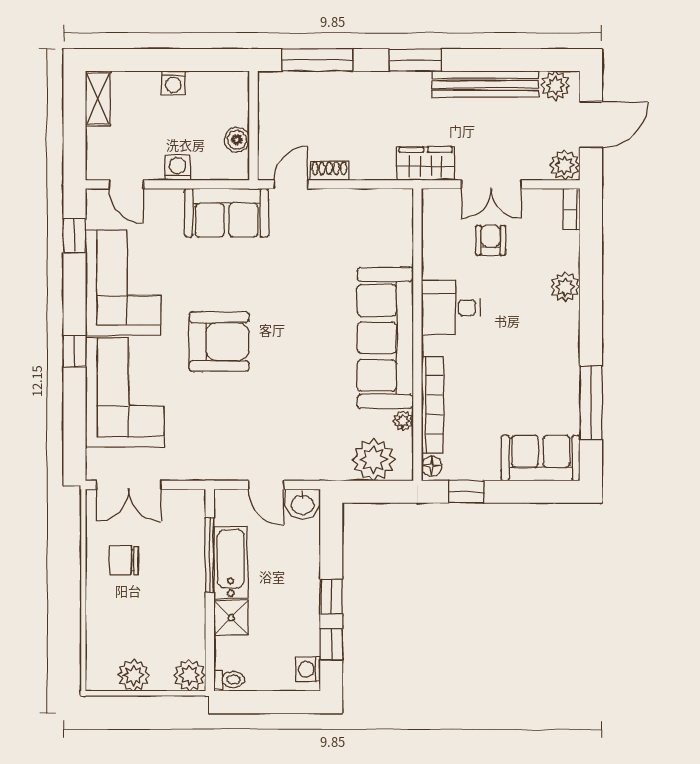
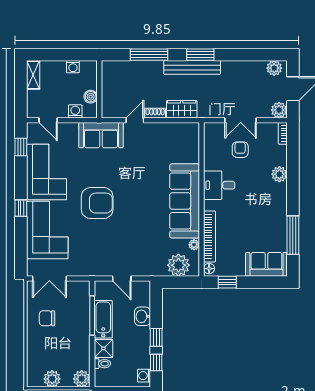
bench: (485, 84) -> (192, 67), moved
wall: (253, 126) -> (99, 89), moved
boiler: (237, 140) -> (91, 97), moved
wardrobe: (426, 164) -> (182, 109), moved
washbasin: (303, 504) -> (143, 316), moved, turned 90
toilet: (229, 679) -> (102, 364), moved

